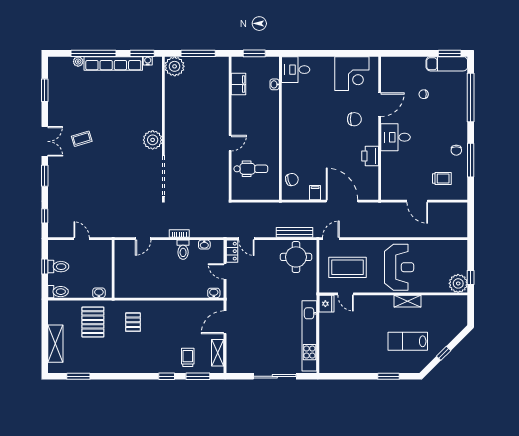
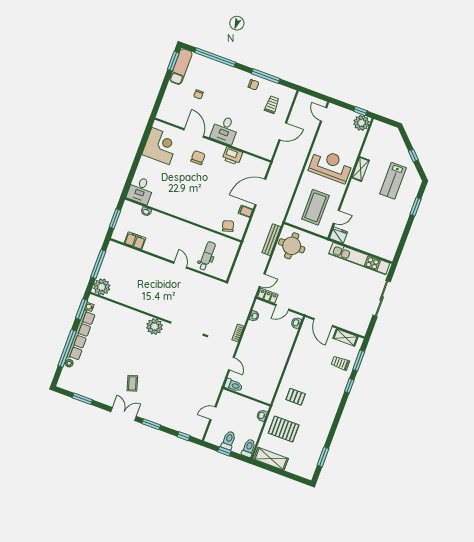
door: (331, 239) -> (324, 114), moved
toilet: (183, 250) -> (233, 385), moved
shelving: (55, 344) -> (271, 459), moved

